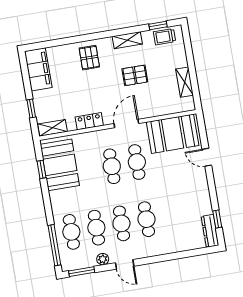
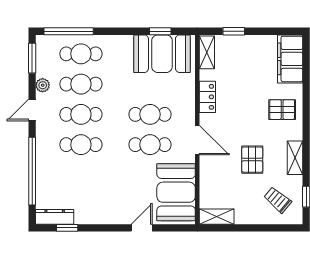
trolley: (164, 37) -> (278, 200), moved, turned -50
filing cabinet: (38, 69) -> (290, 59), moved, turned 90
shelving: (185, 82) -> (217, 217), moved
window: (175, 256) -> (32, 171), added

